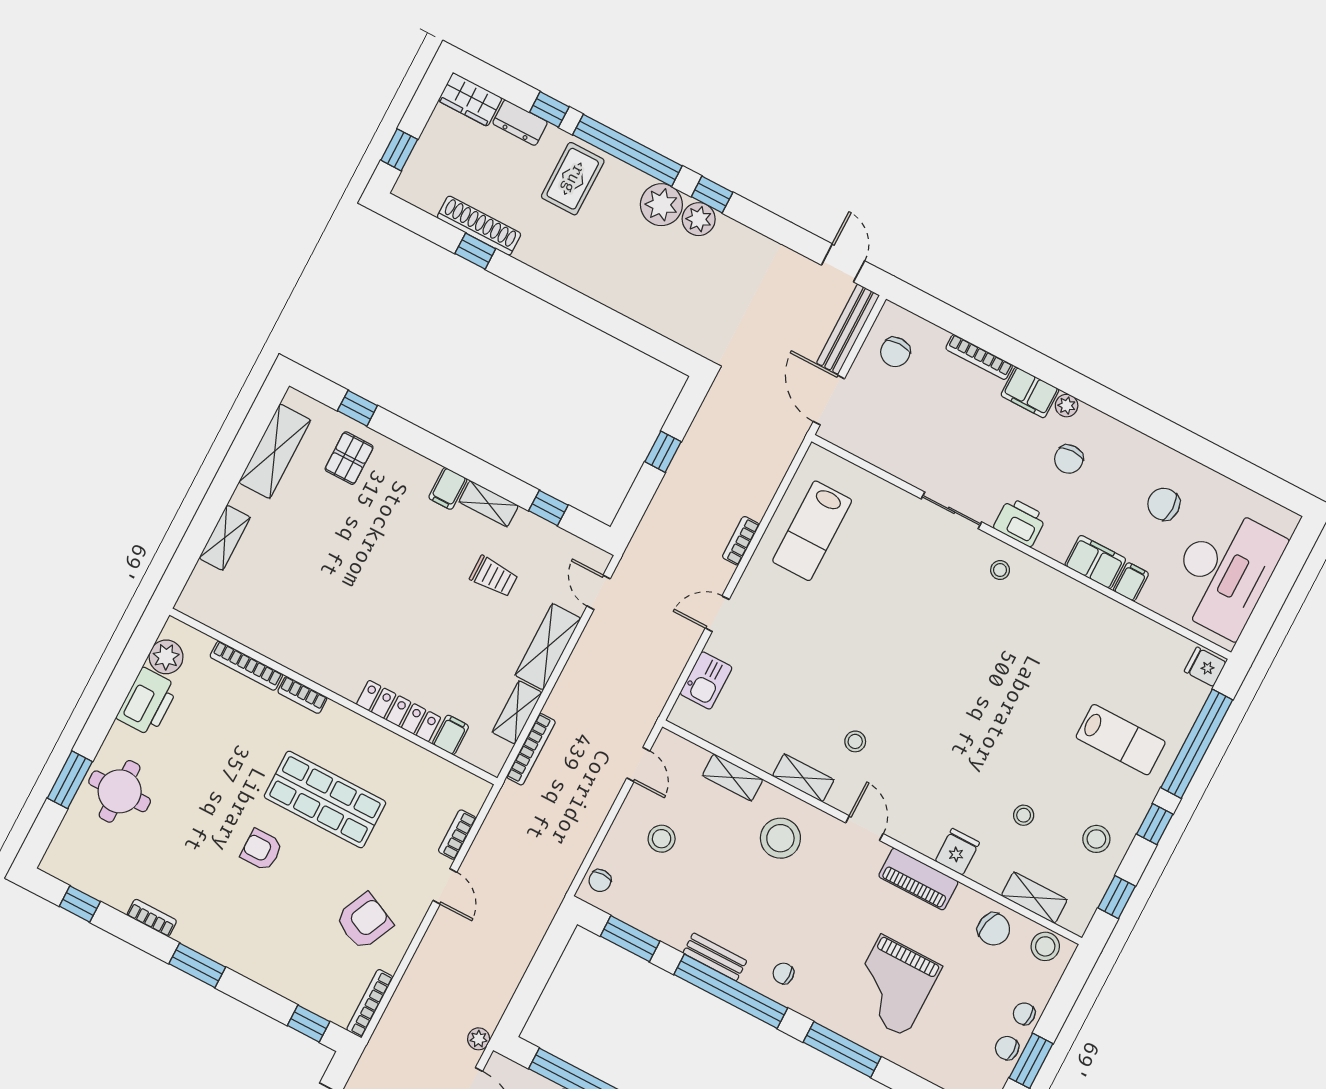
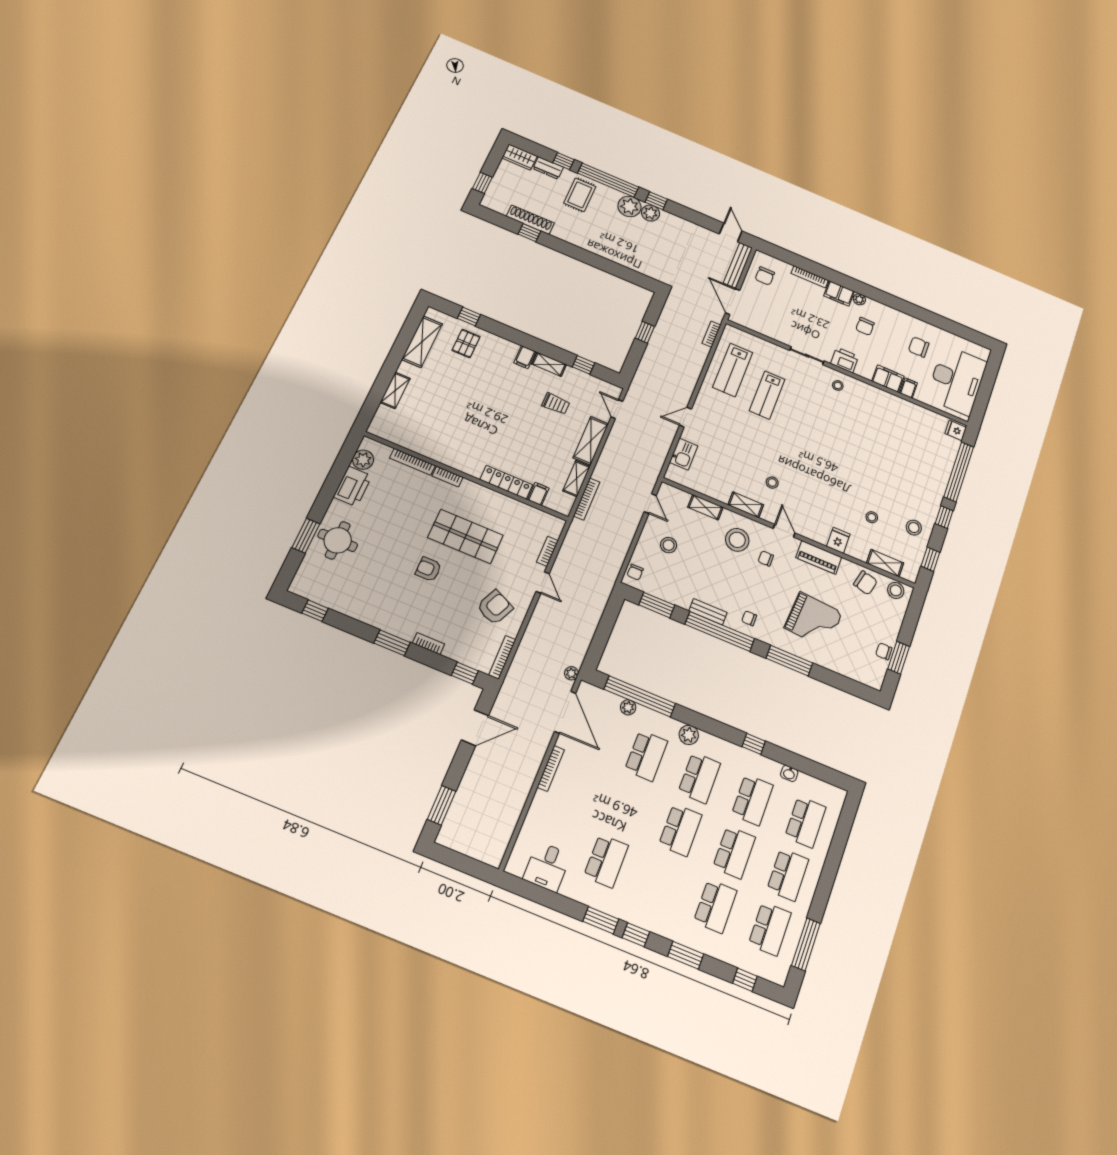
bookcase: (741, 541) -> (711, 334), moved
lab bench: (1121, 740) -> (767, 395), moved, turned 90
bookcase: (152, 918) -> (428, 644), moved
grand piano: (893, 986) -> (813, 620), turned -86
chair: (1024, 1014) -> (766, 558), moved

